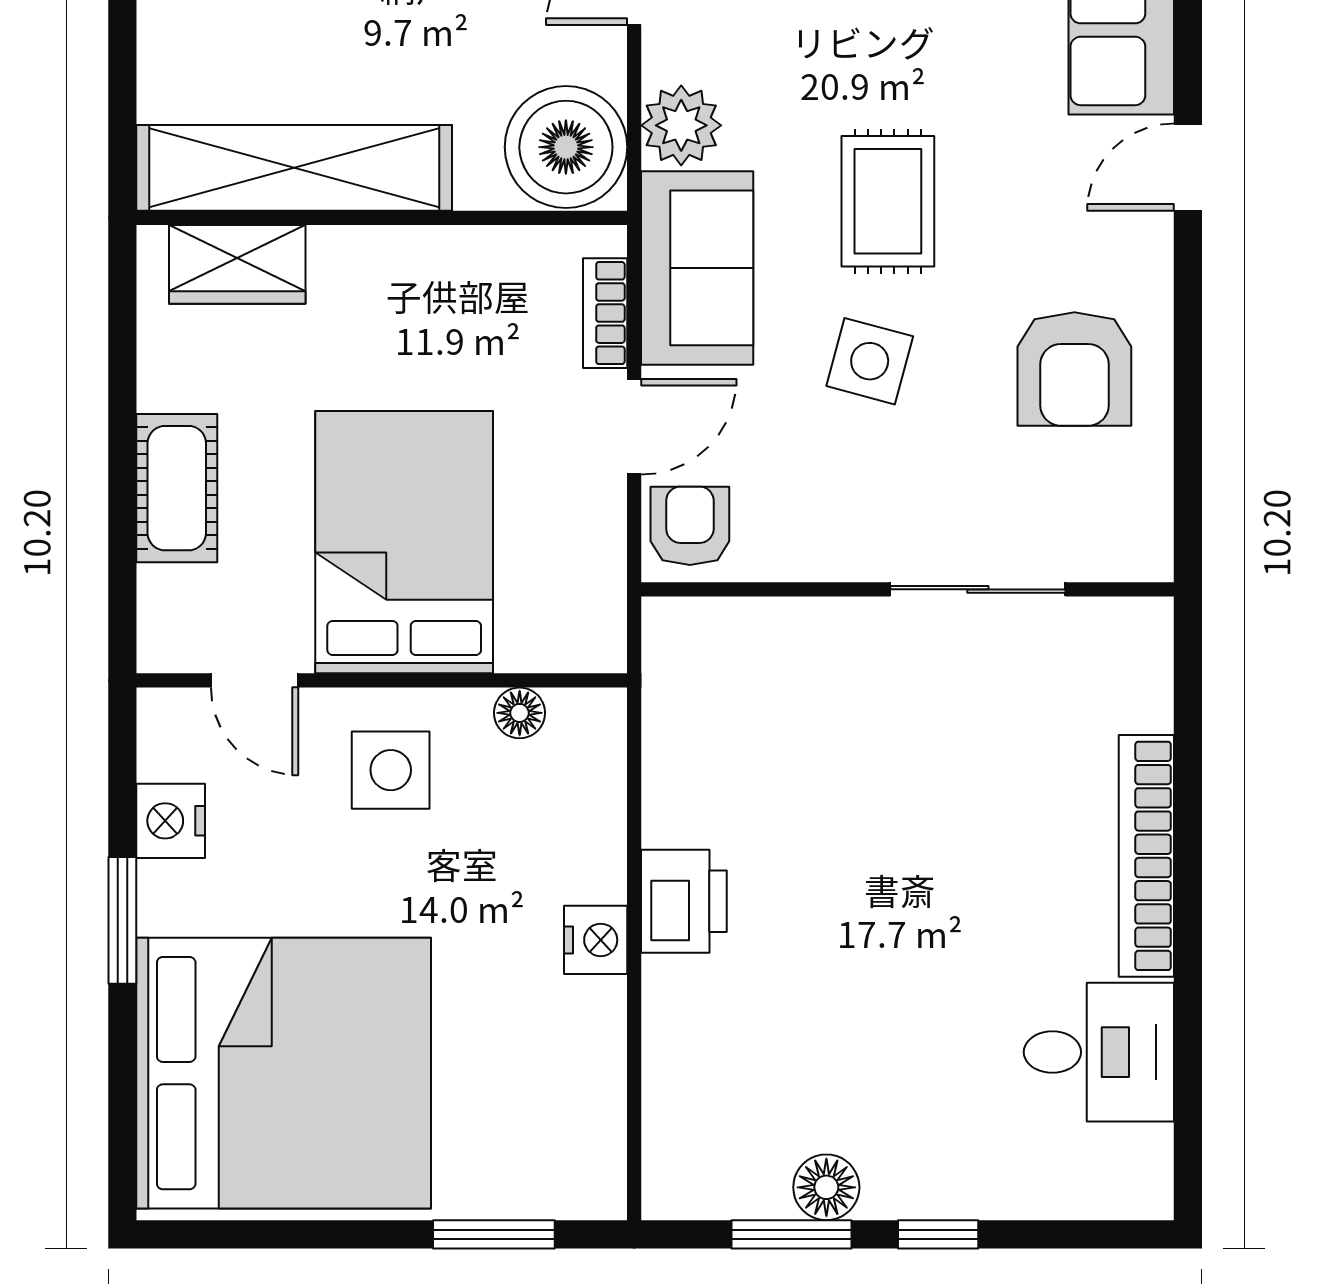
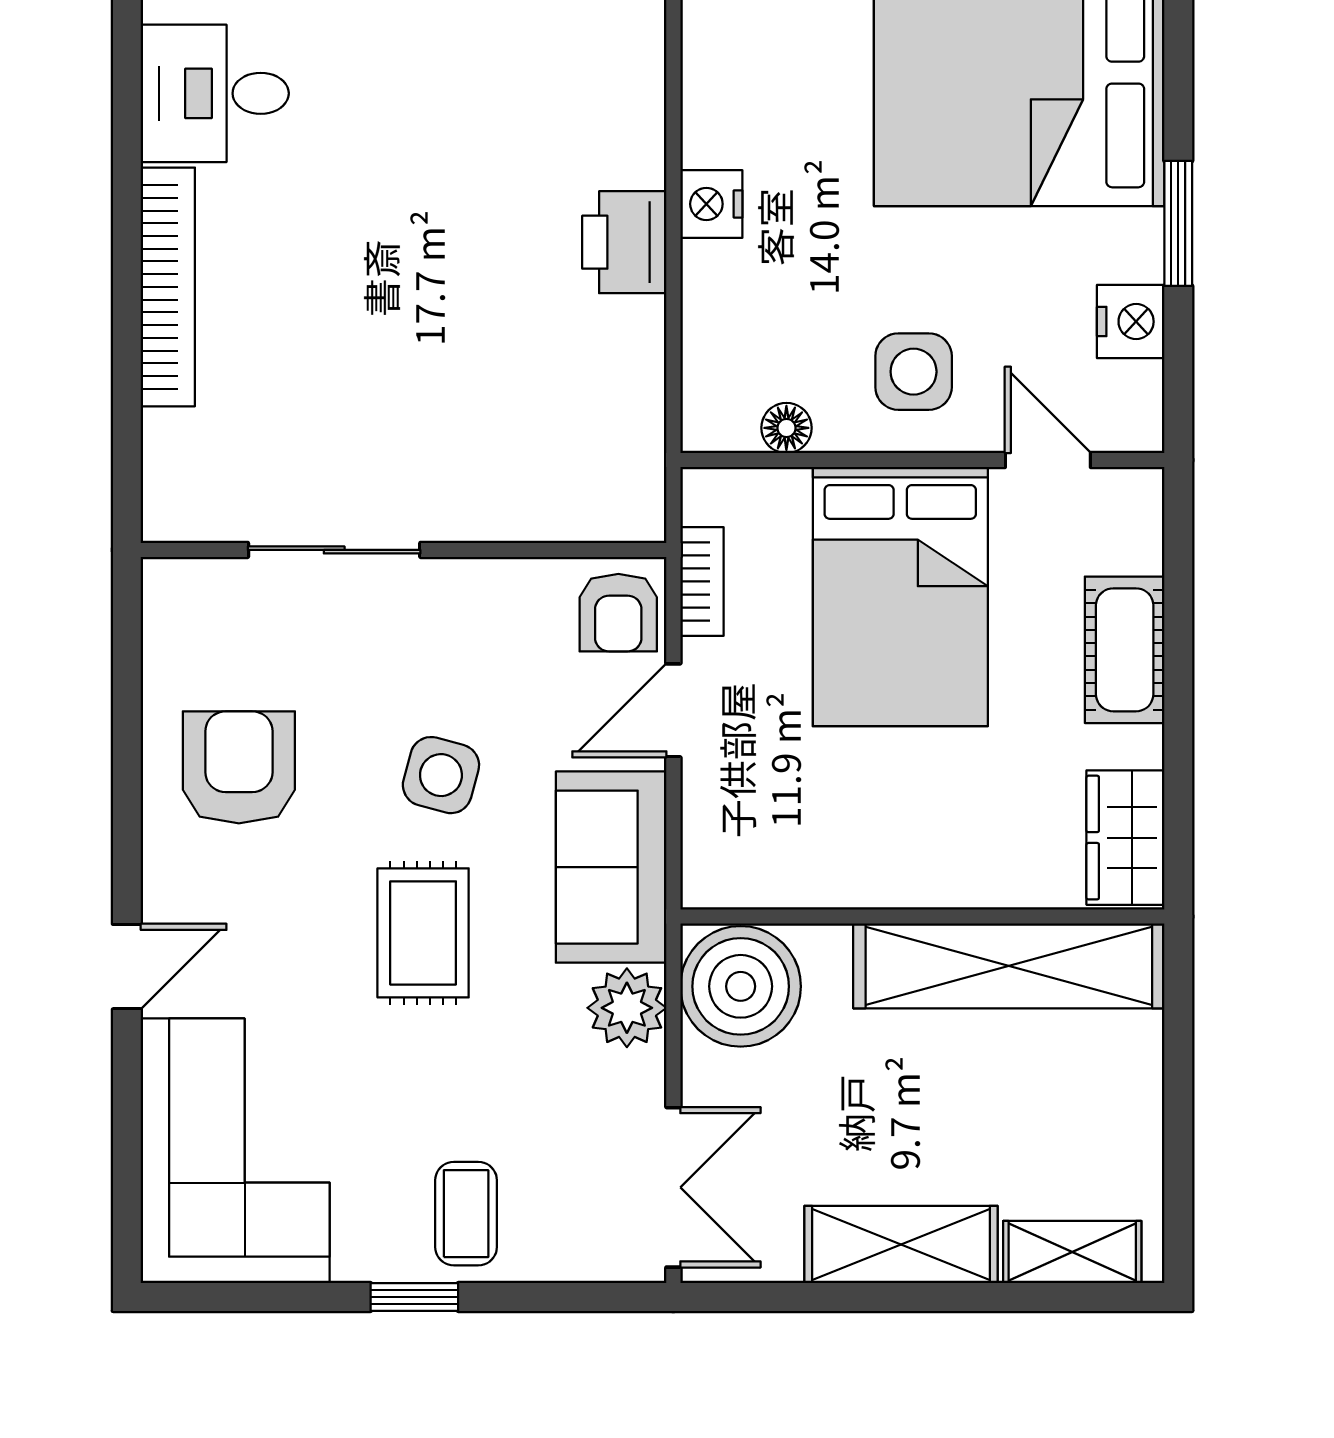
wardrobe: (237, 264) -> (1125, 838), moved, turned -90
bookcase: (605, 313) -> (702, 581), moved

